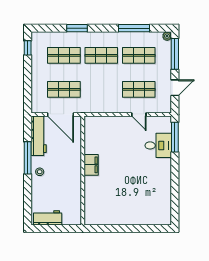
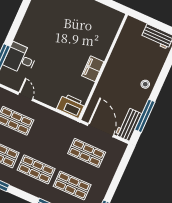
printer: (96, 124) -> (71, 106), added
workbench: (39, 136) -> (128, 124), width x0.73
window: (28, 158) -> (145, 116), moved

